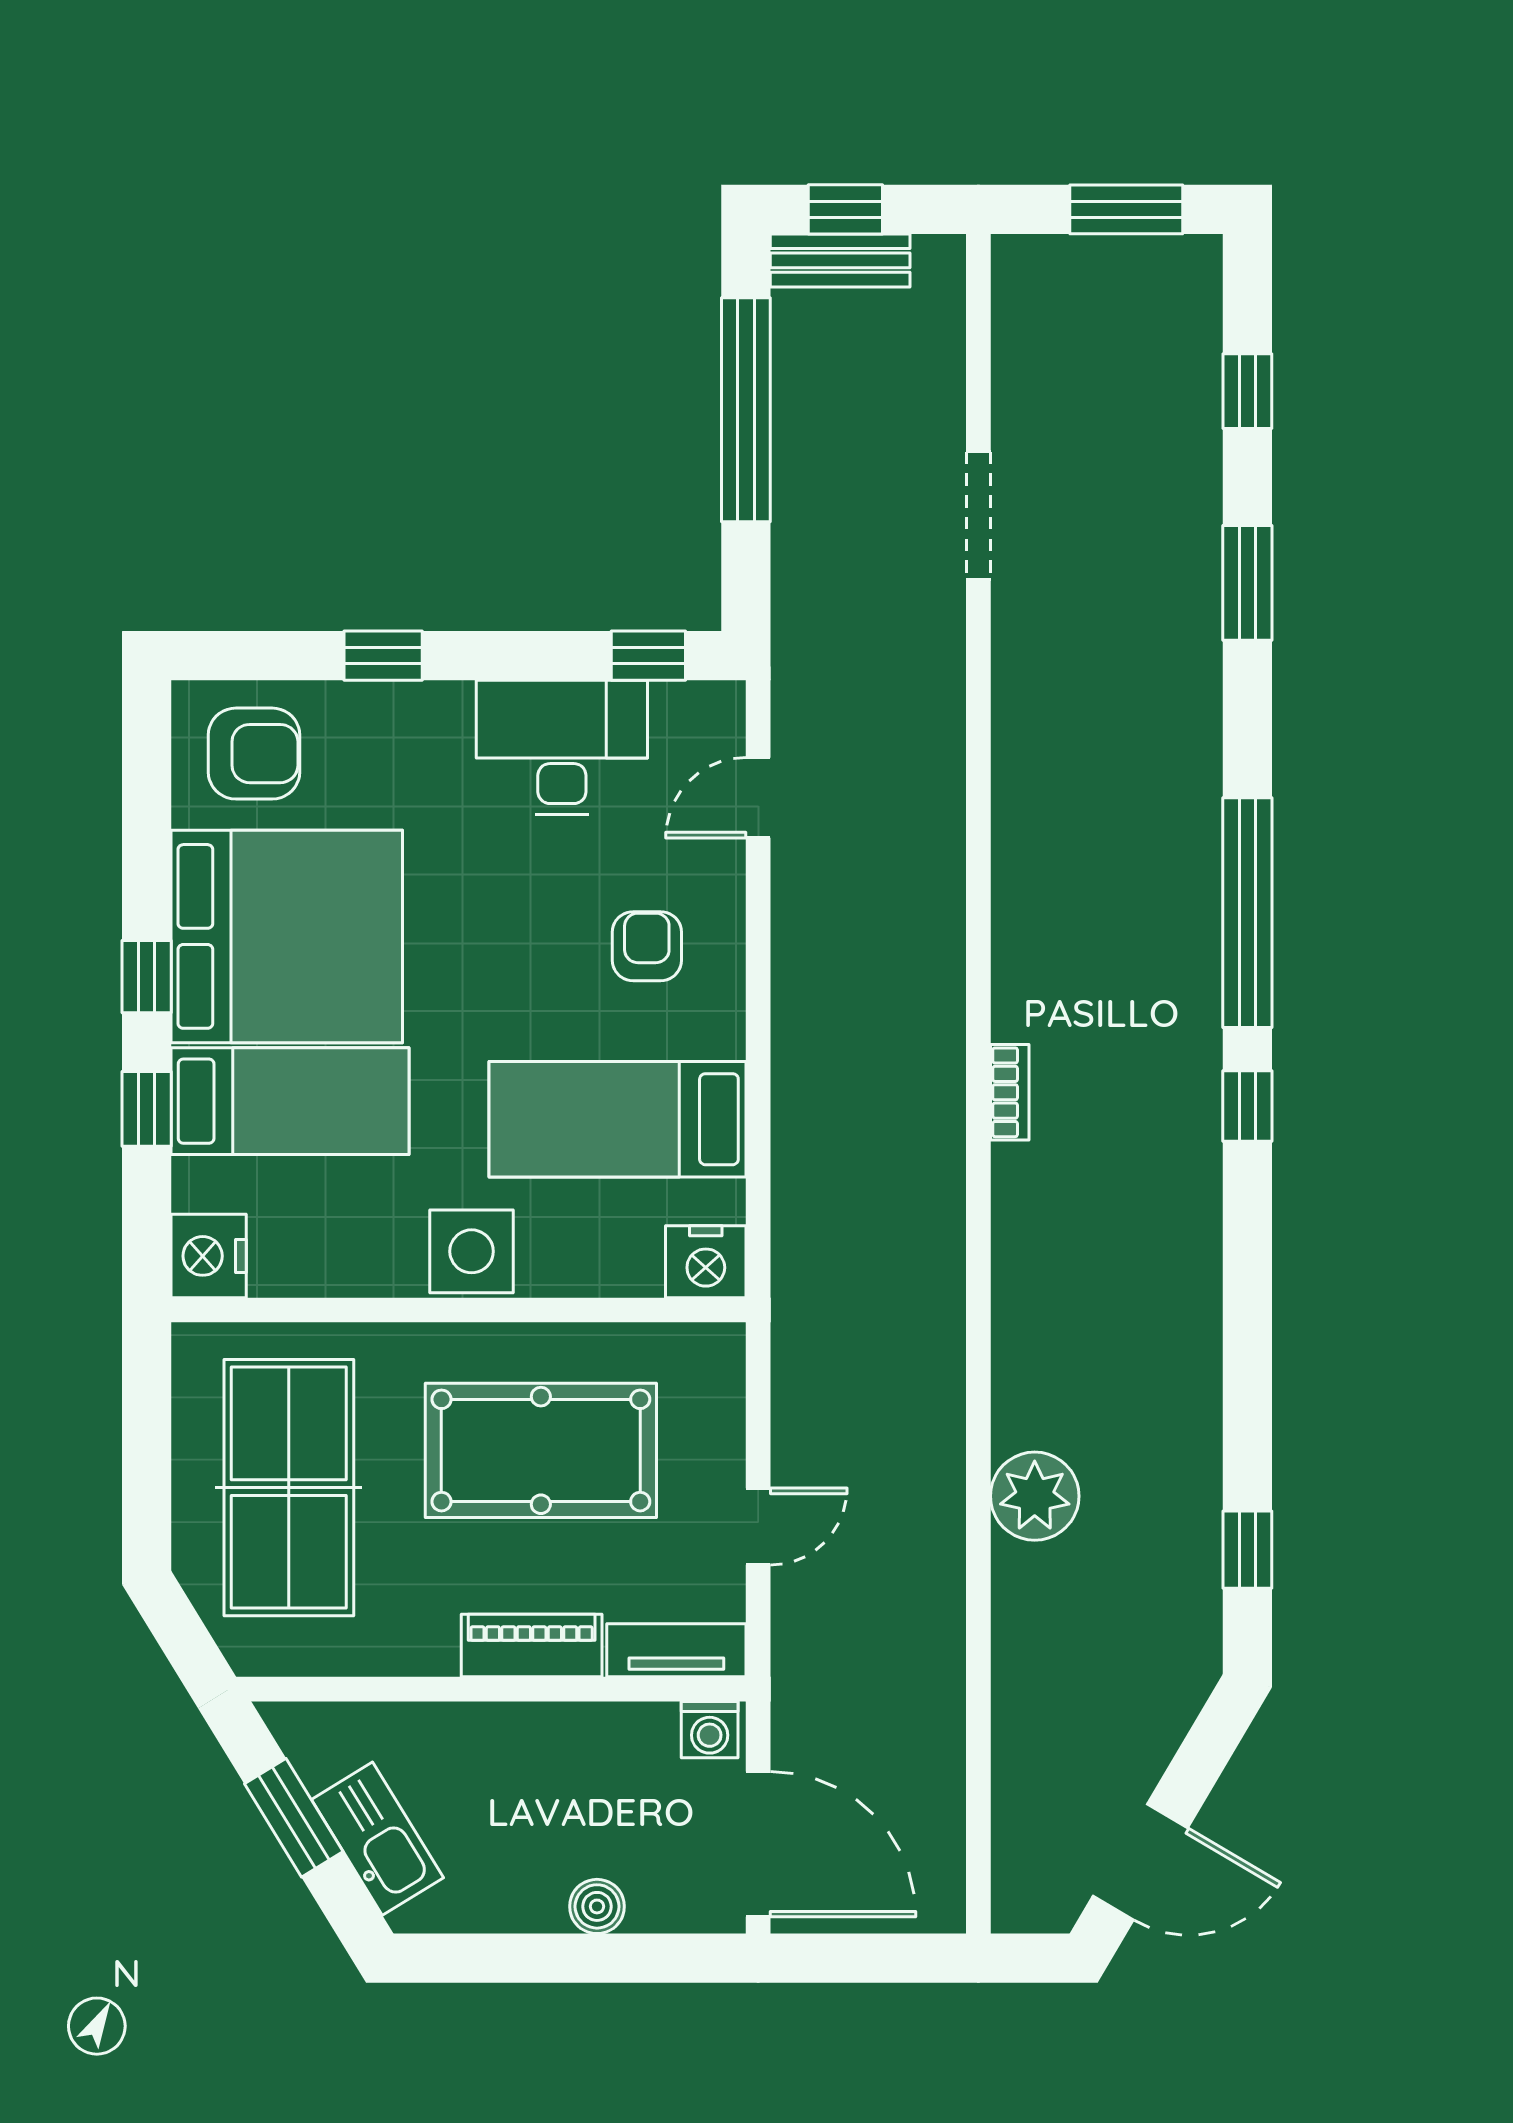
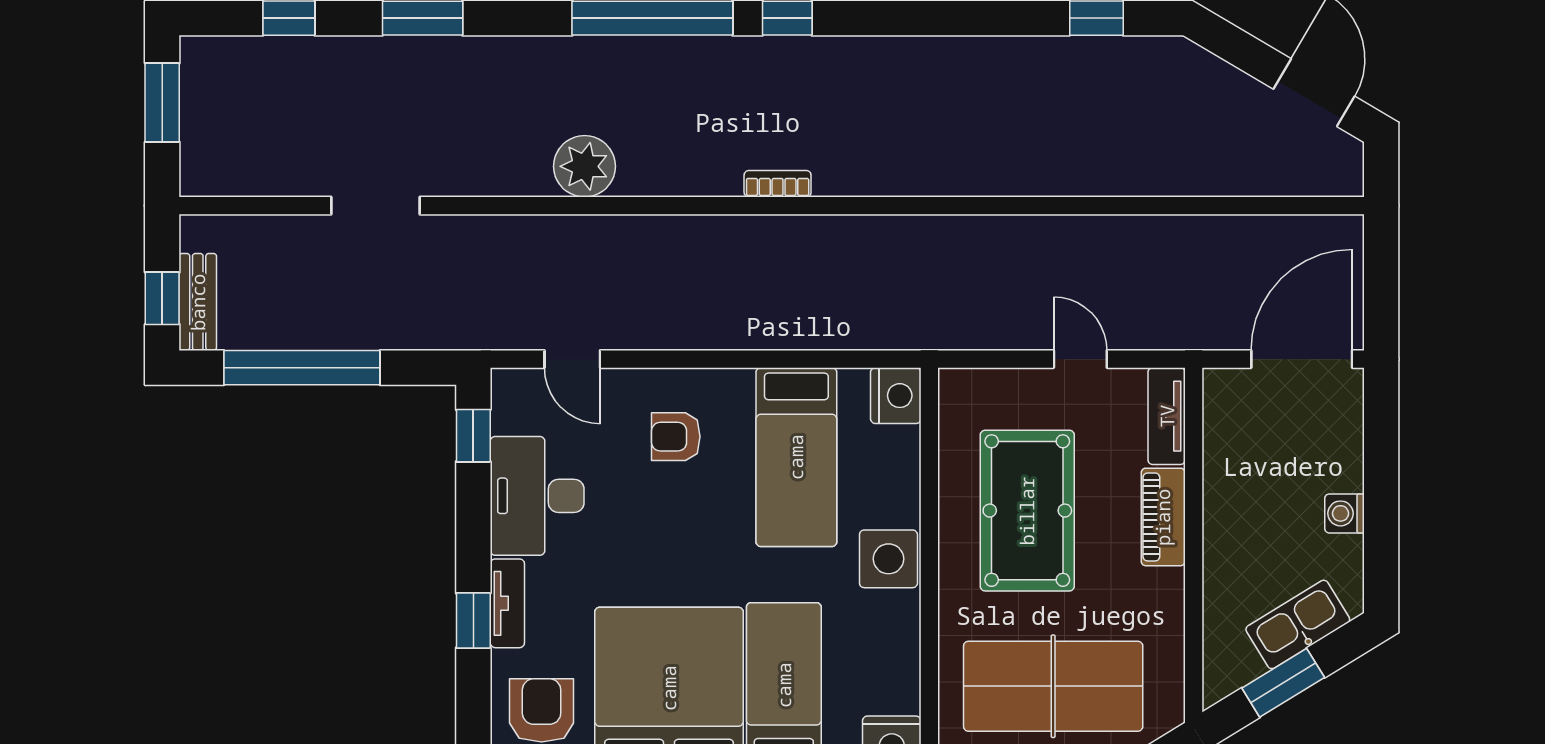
tv unit: (408, 705) -> (507, 603), added
plant: (1035, 1496) -> (585, 166), moved
washing machine: (710, 1730) -> (1344, 513), moved, turned 180
boiler: (597, 1906) -> (1345, 471), removed

